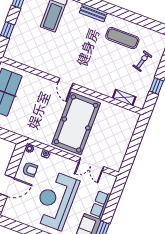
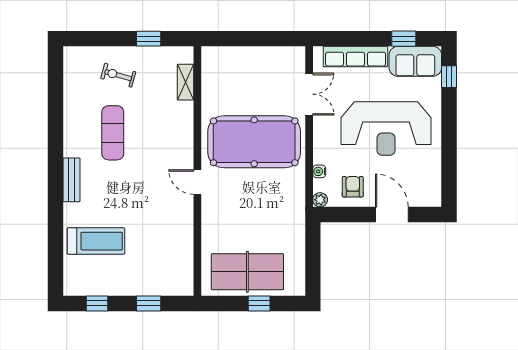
exercise mat: (122, 38) -> (113, 133), moved
door: (65, 83) -> (197, 182), swing flipped
row of seats: (100, 204) -> (355, 57), width x1.48

